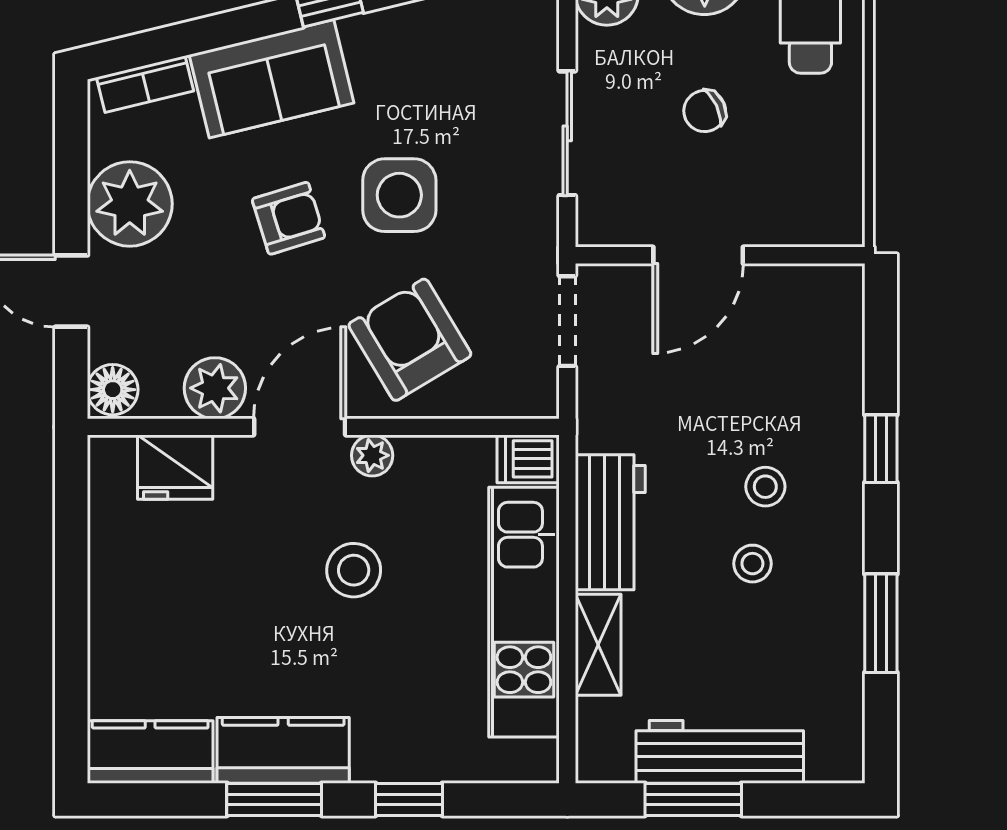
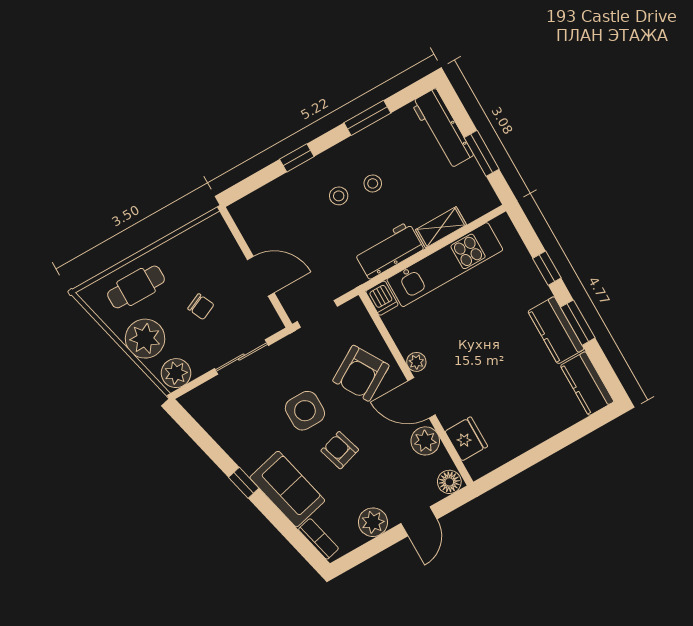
plant: (130, 204) -> (373, 522), width x0.73, depth x0.73
stool: (354, 570) -> (467, 343), removed
workbench: (720, 752) -> (442, 129), moved

